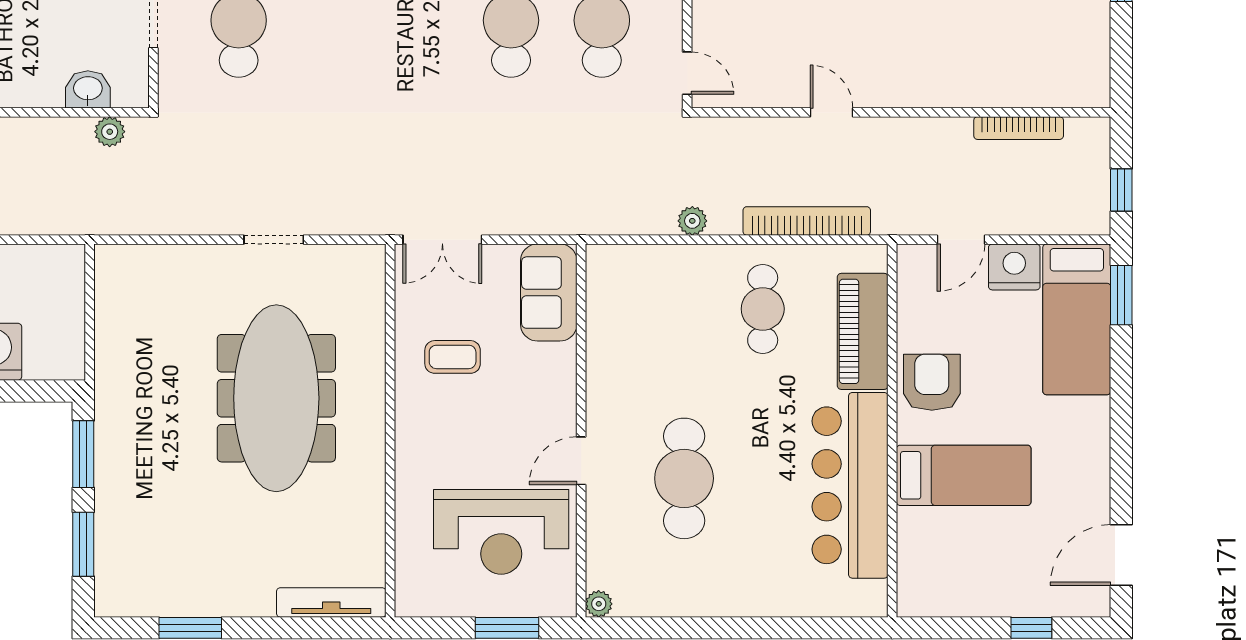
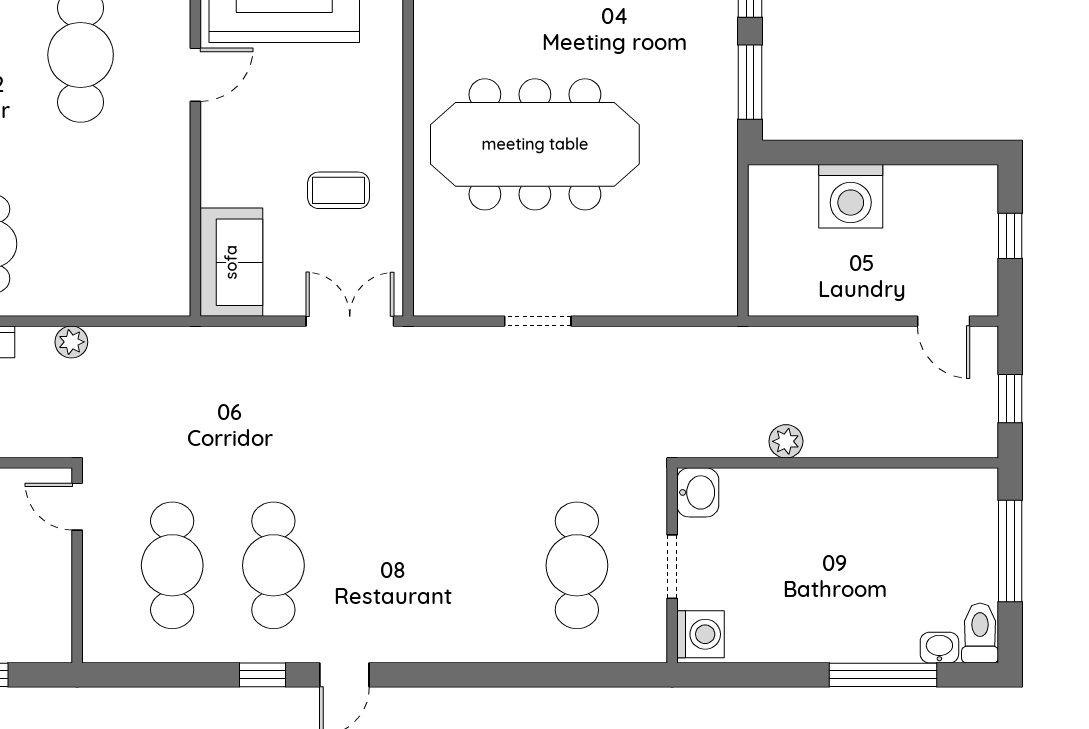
washbasin: (88, 89) -> (698, 492), moved, turned -90
plant: (110, 132) -> (786, 441), moved
meeting table: (276, 398) -> (535, 144), turned 90

